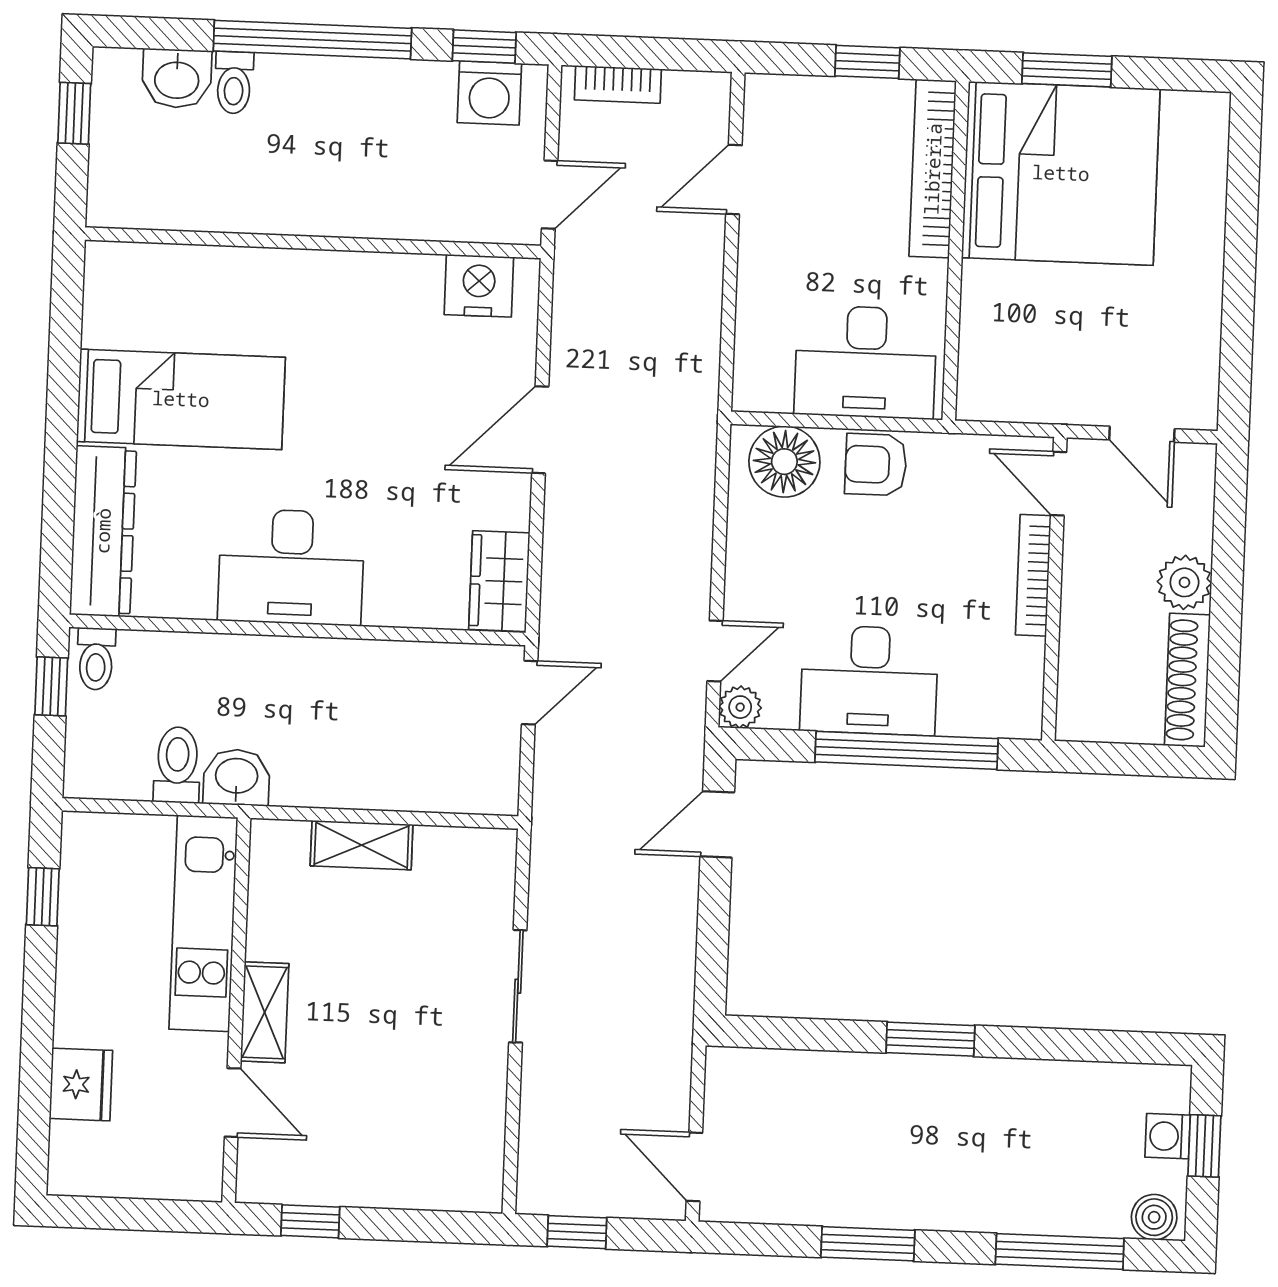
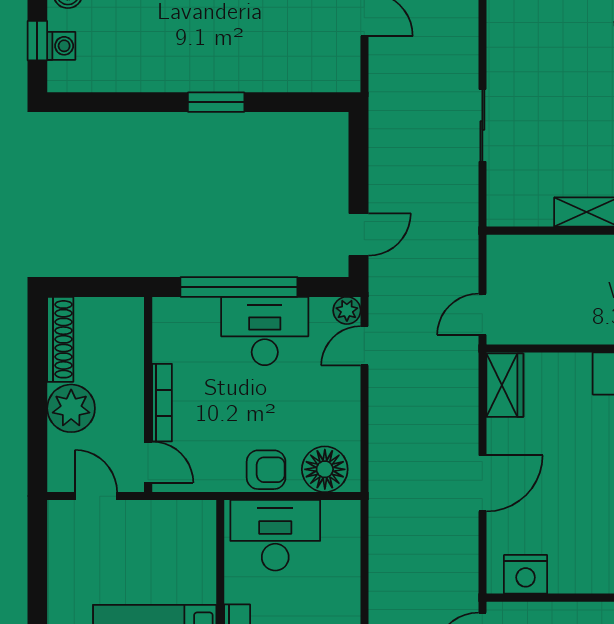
plant: (1184, 582) -> (71, 408), width x1.36, depth x1.36

